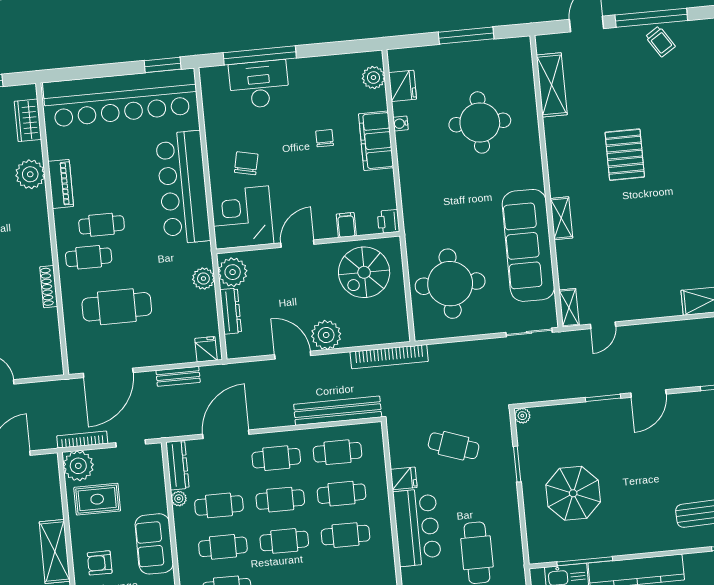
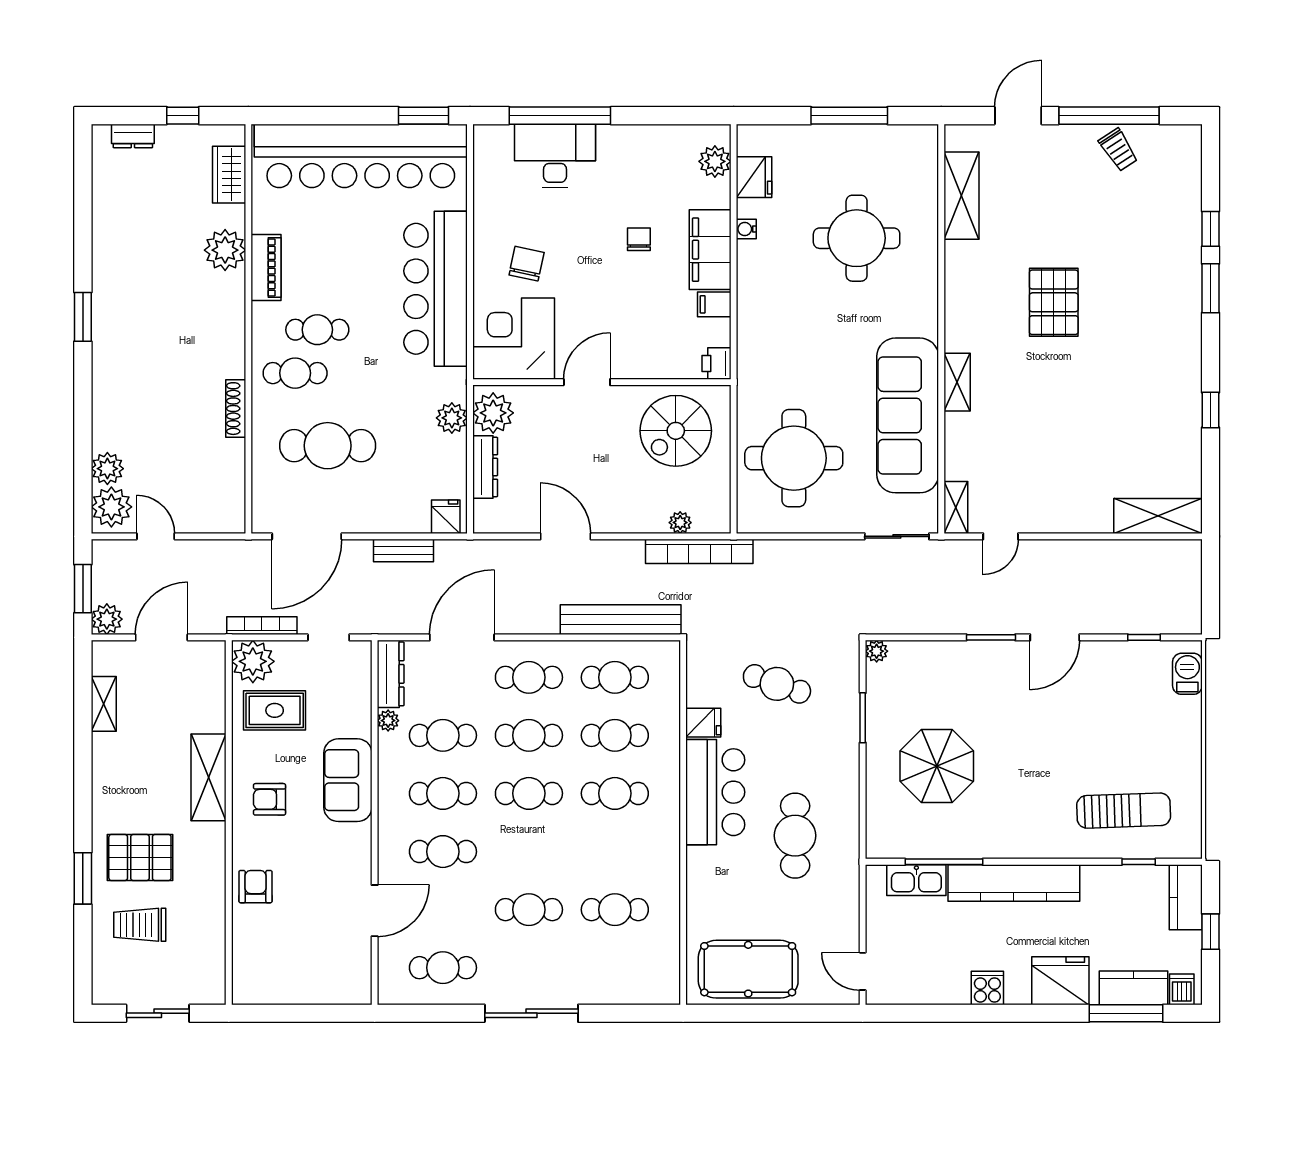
filing cabinet: (346, 225) -> (714, 304), moved, turned -90
plant: (326, 335) -> (680, 523), moved, width x0.53, depth x0.53

